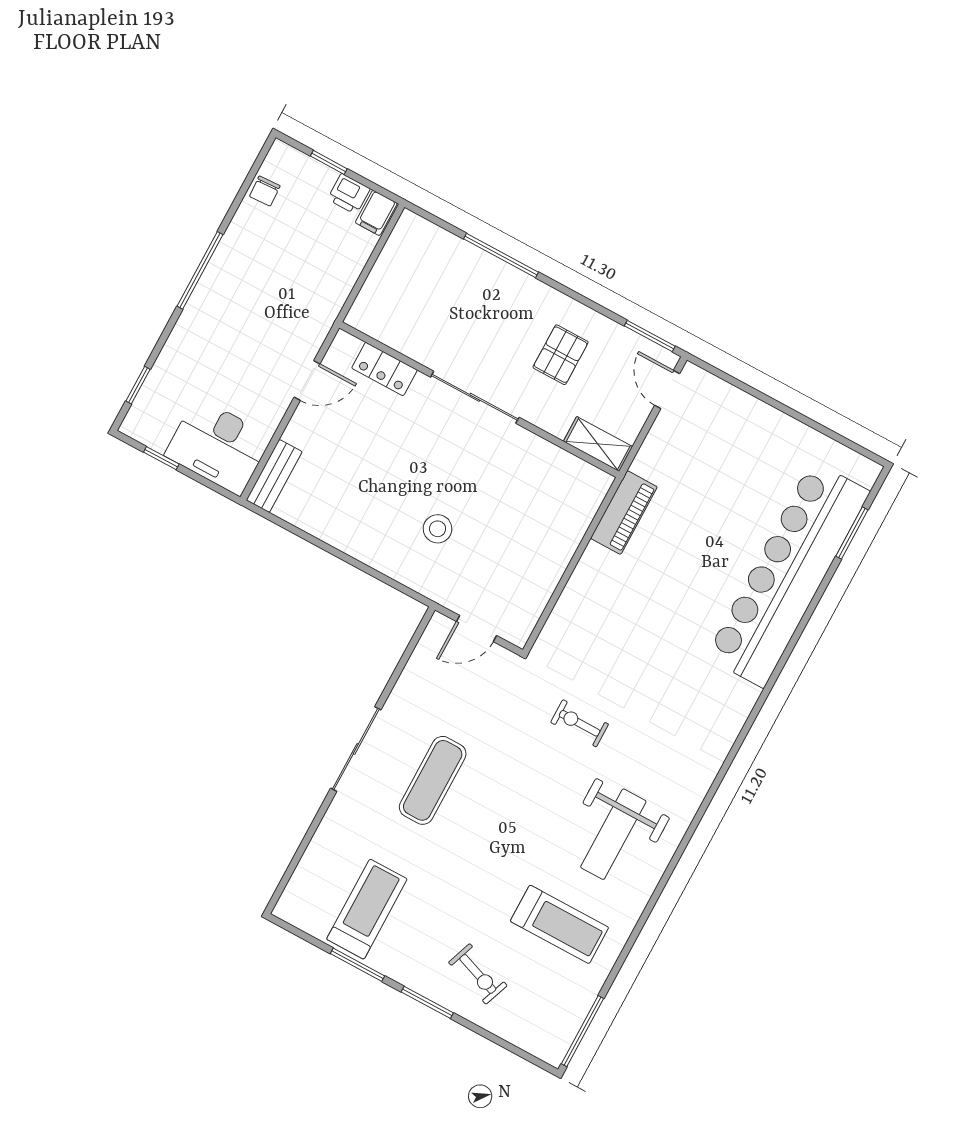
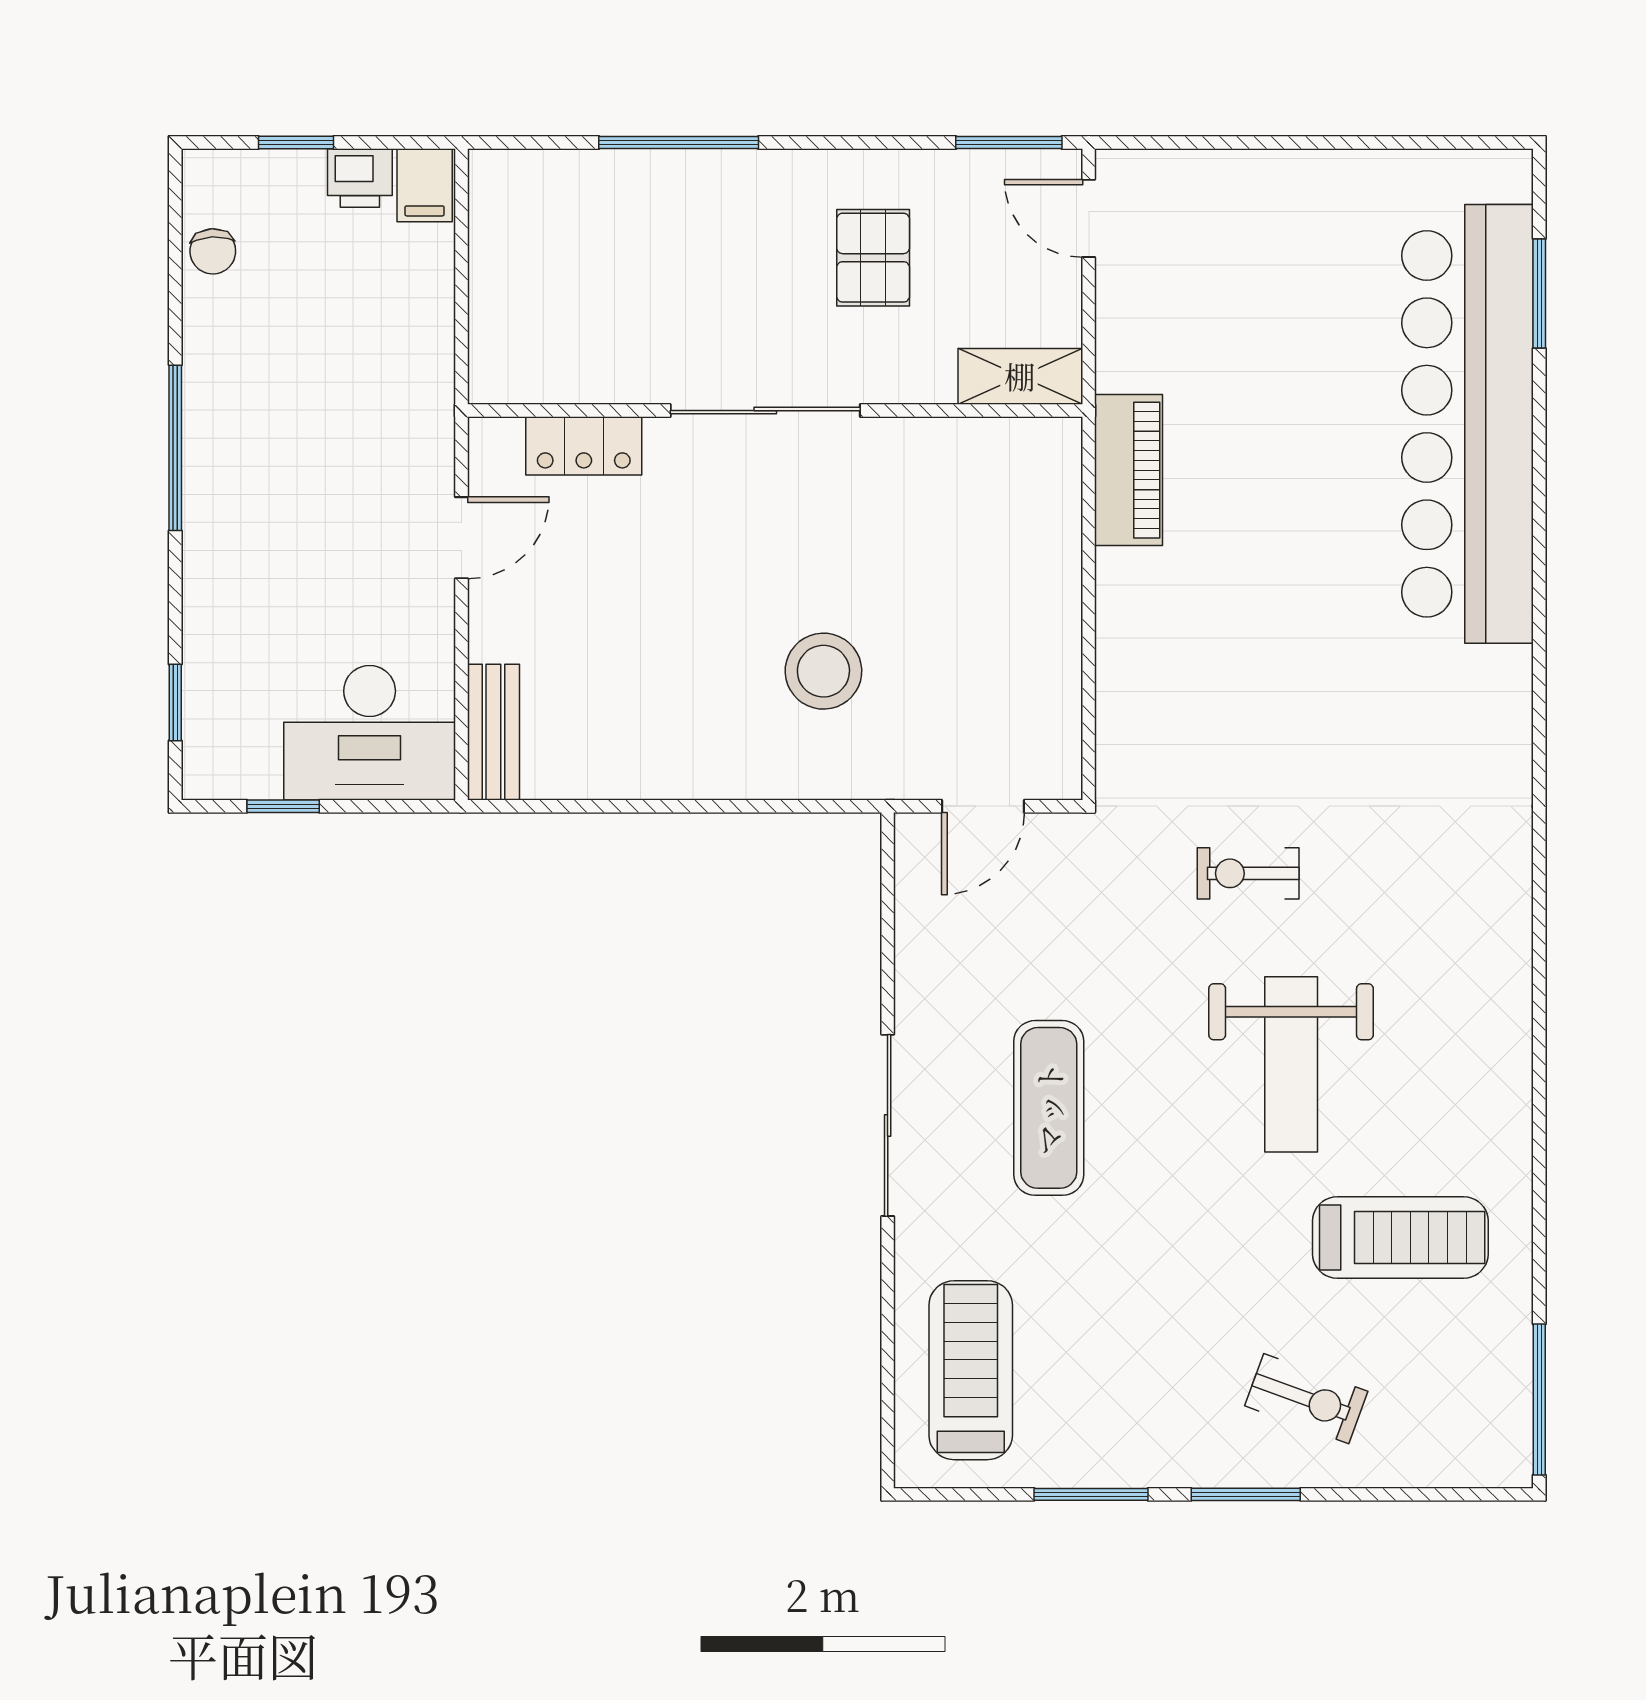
stool: (438, 529) -> (823, 671), width x1.38, depth x1.38
weight bench: (613, 834) -> (1291, 1064), moved
treadmill: (367, 909) -> (971, 1370), moved

